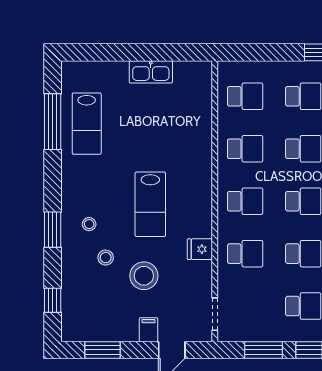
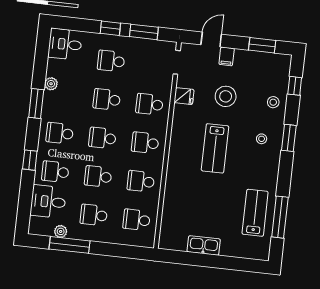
lab bench: (150, 204) -> (215, 148), turned 180
fridge: (200, 249) -> (184, 96), moved
stool: (106, 258) -> (273, 102), moved

